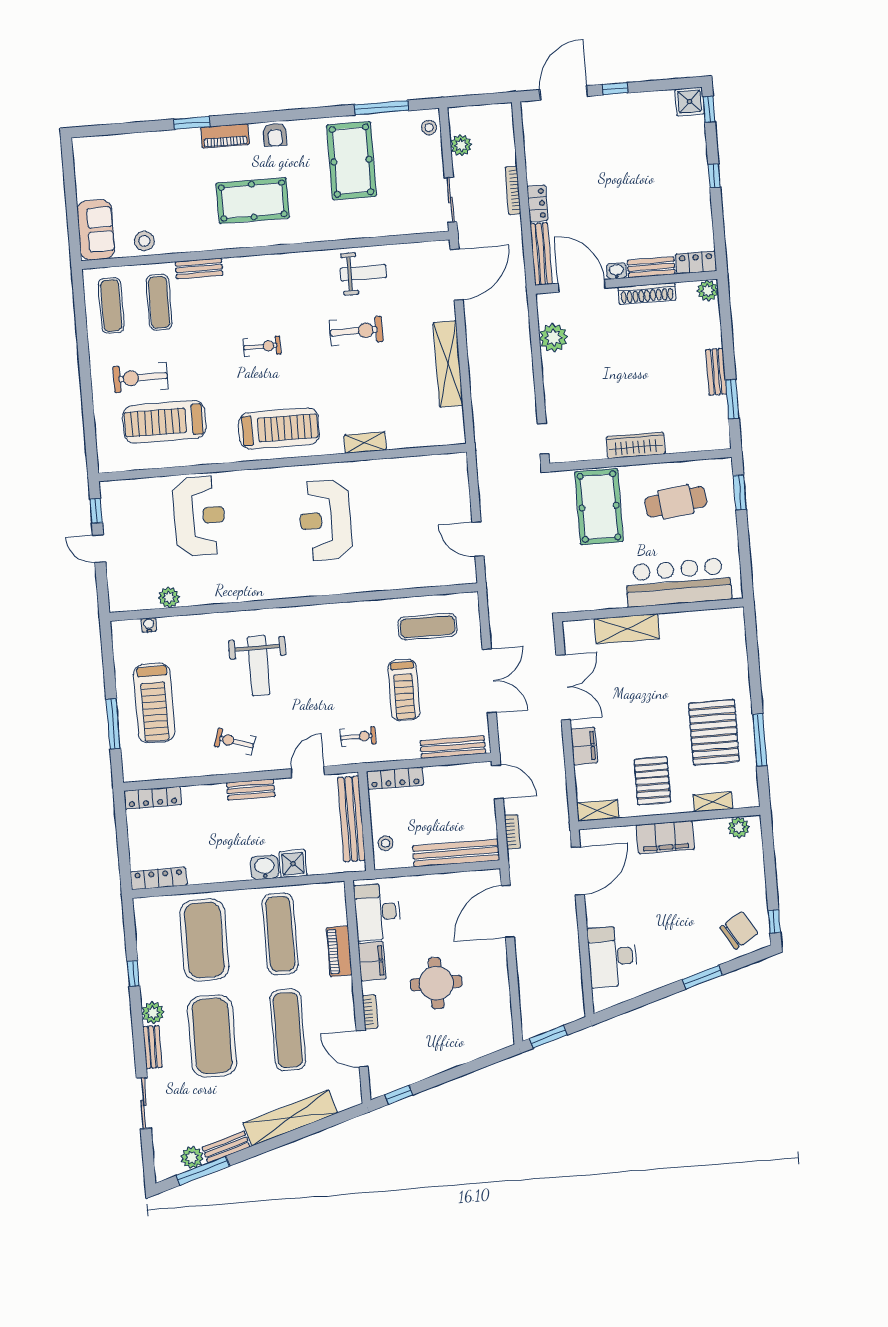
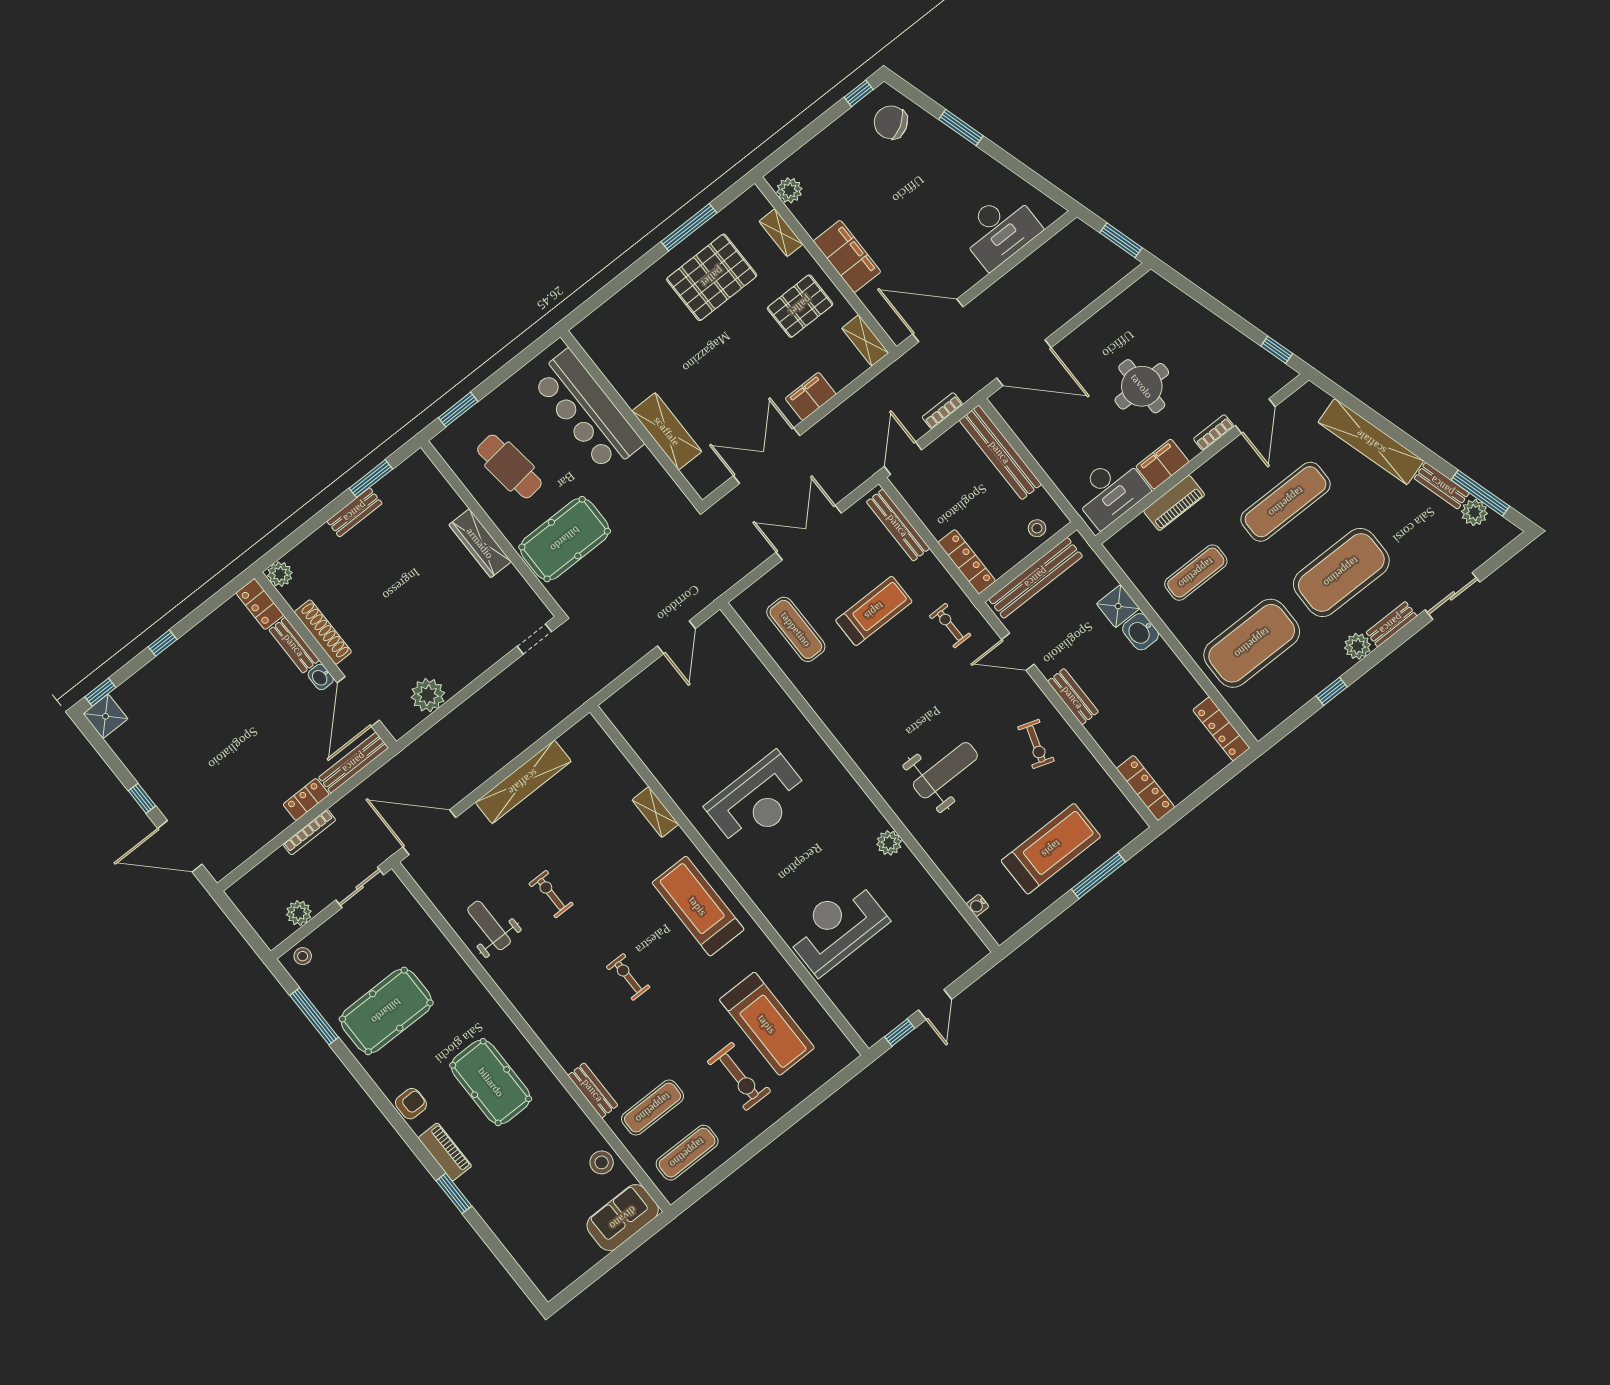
exercise bike: (356, 331) -> (551, 894), width x0.73, depth x0.72
plant: (169, 597) -> (889, 843), moved
exercise mat: (280, 934) -> (1196, 573), width x0.73, depth x0.69

